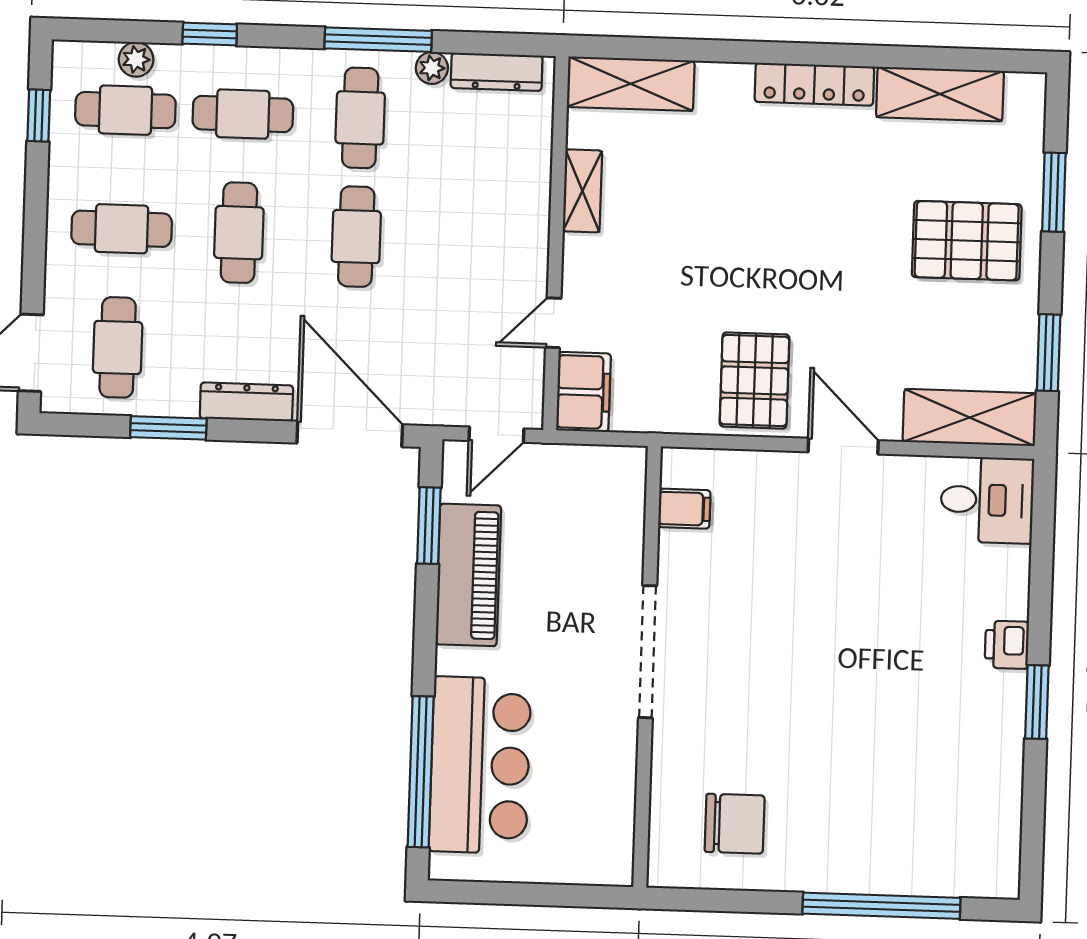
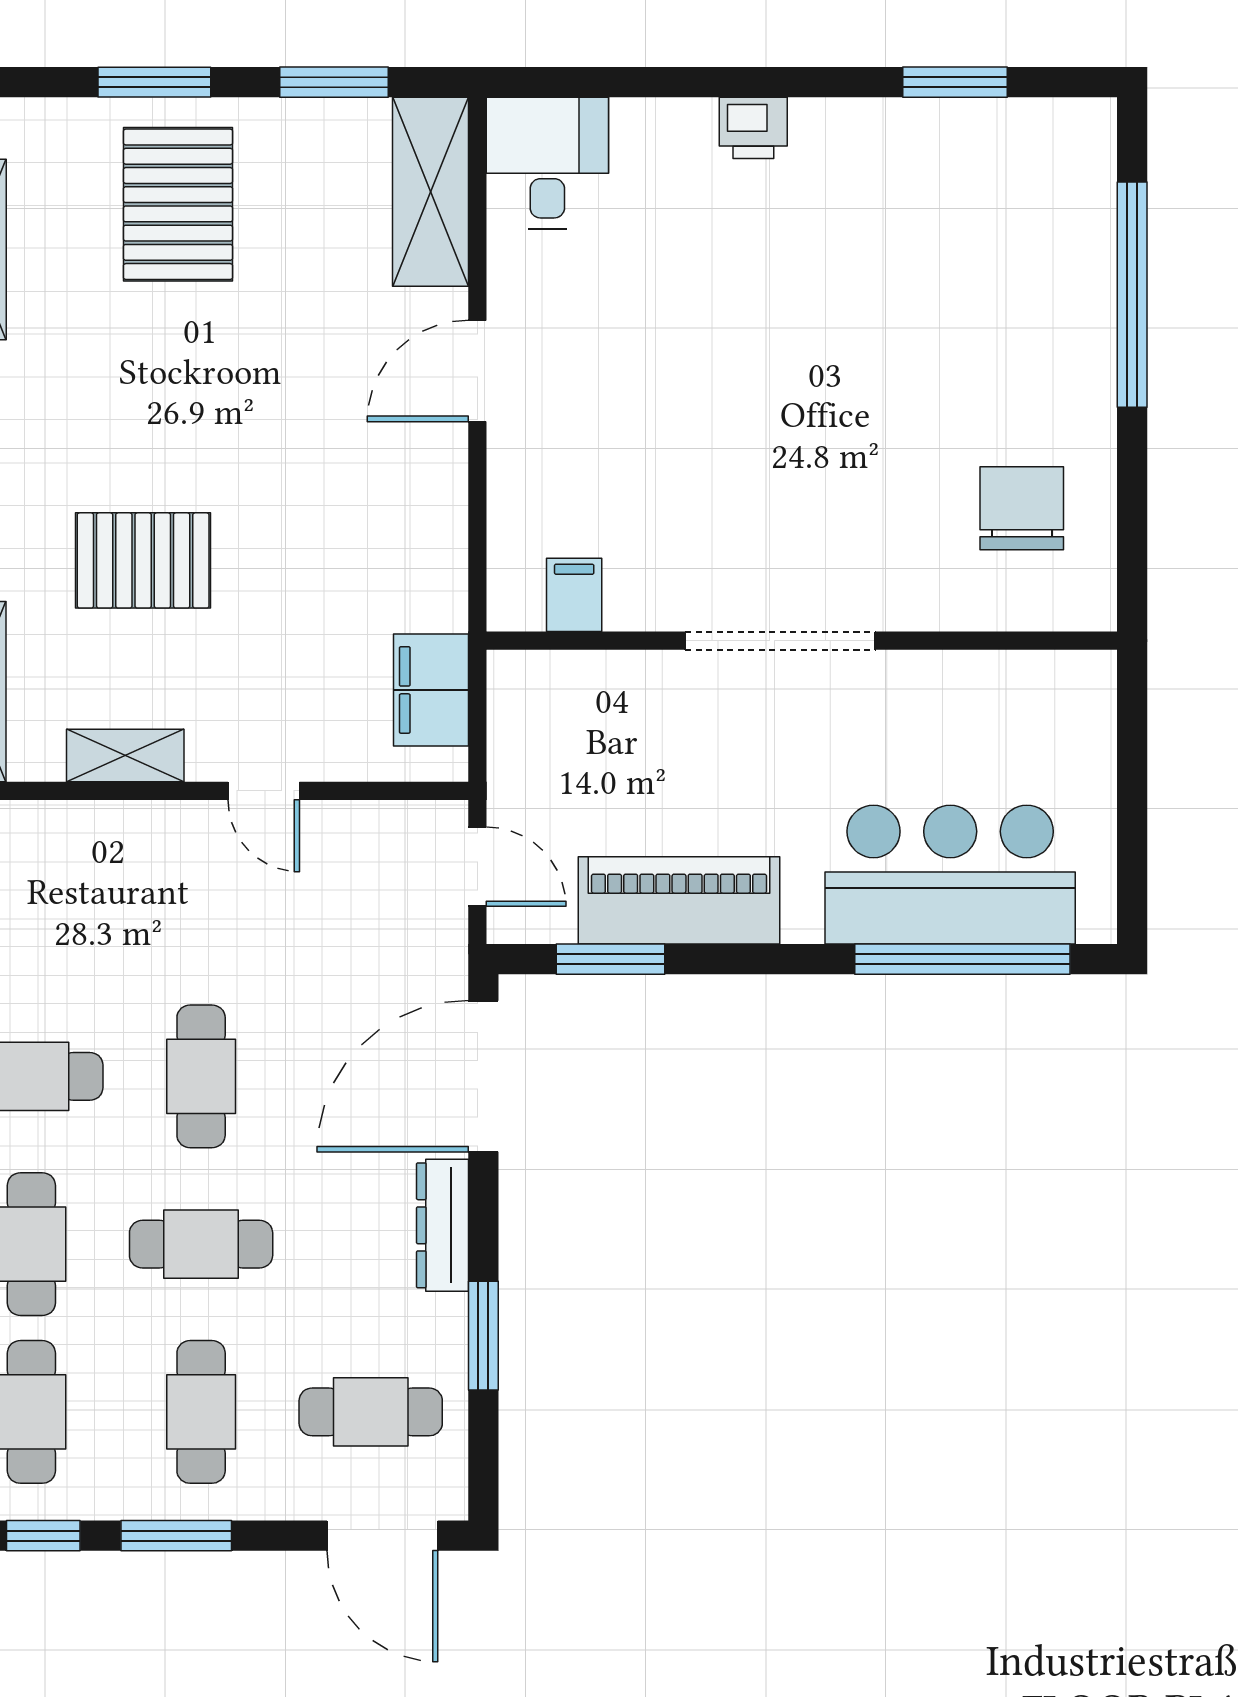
window: (1054, 192) -> (154, 82), moved
window: (36, 209) -> (176, 1536), added
cafe table: (356, 237) -> (201, 1076), turned 90
door: (553, 323) -> (264, 791), moved
pallet: (755, 380) -> (143, 560), moved
filing cabinet: (583, 392) -> (431, 690), moved, turned -90
window: (1037, 702) -> (955, 82), moved

